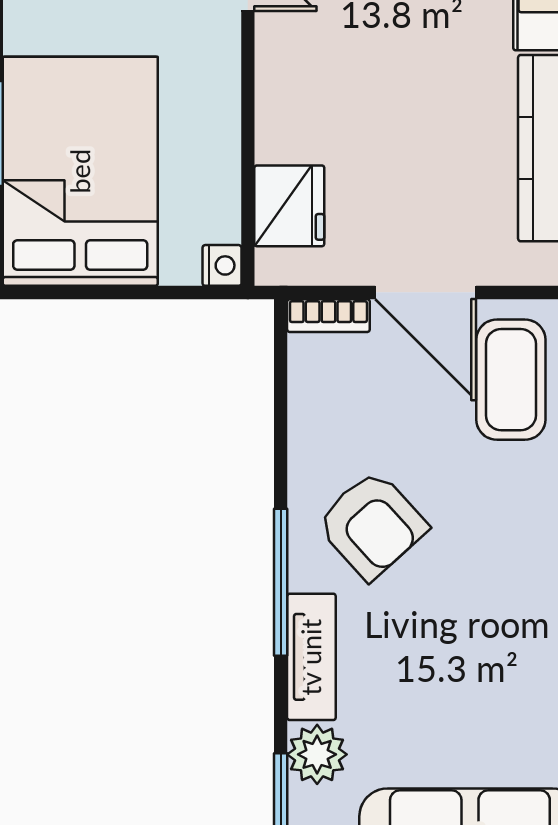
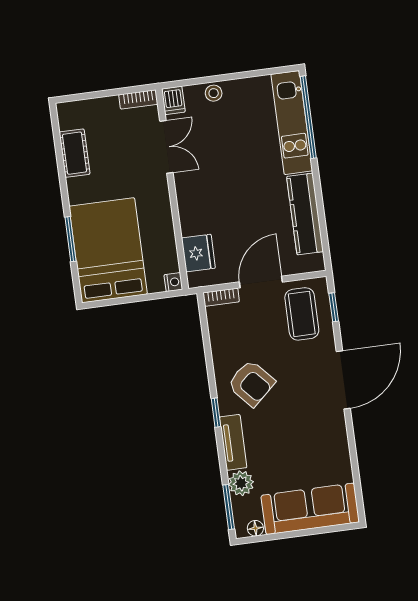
door: (426, 292) -> (261, 282), swing flipped
window: (281, 582) -> (216, 413), width x0.46

